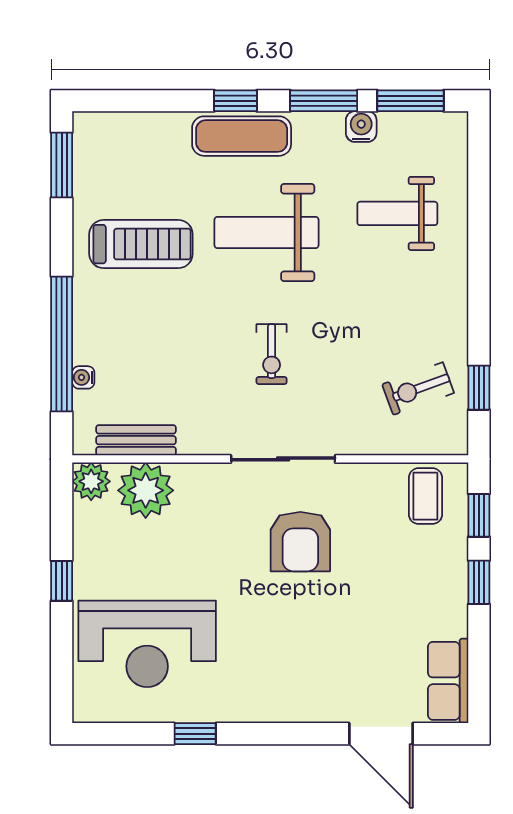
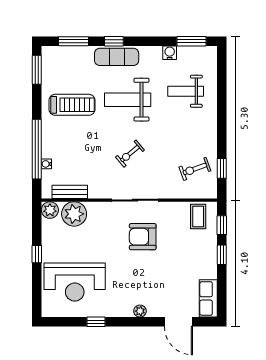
window: (324, 101) -> (74, 41), moved
exercise bike: (272, 354) -> (130, 154), turned 50
armchair: (300, 542) -> (143, 237), turned 90
plant: (294, 709) -> (140, 311), added

